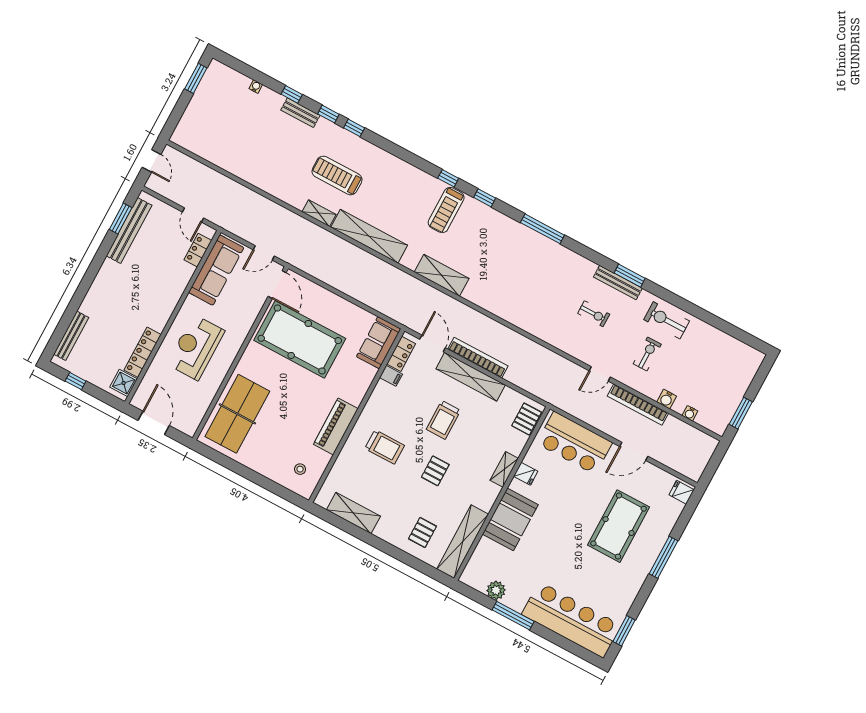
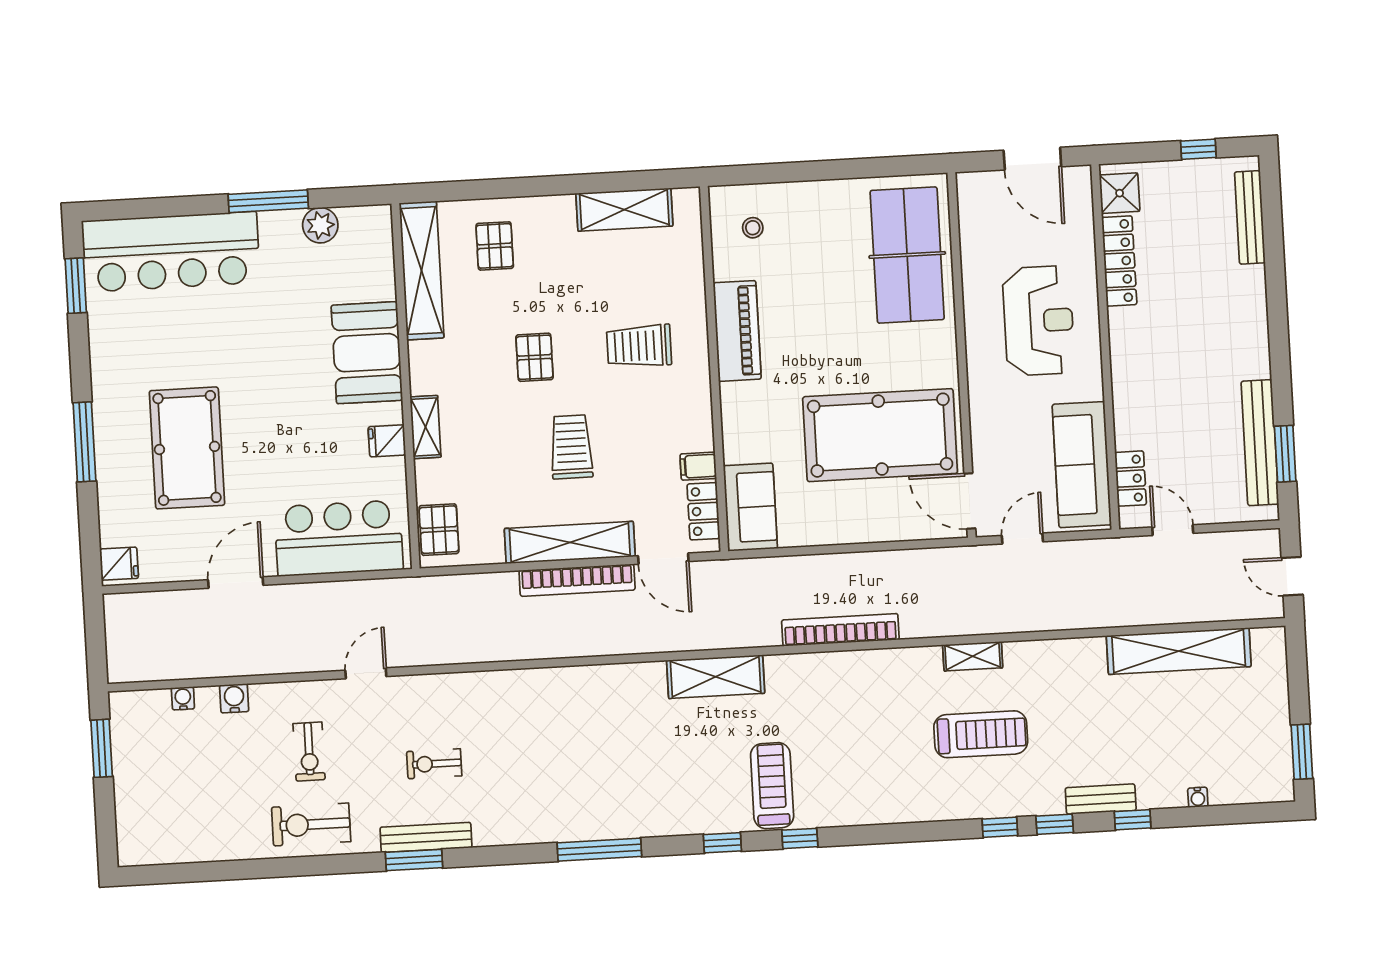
shelving: (369, 236) -> (1179, 651), moved
exercise bike: (667, 320) -> (311, 824), turned 180
bookcase: (638, 405) -> (840, 630), moved

